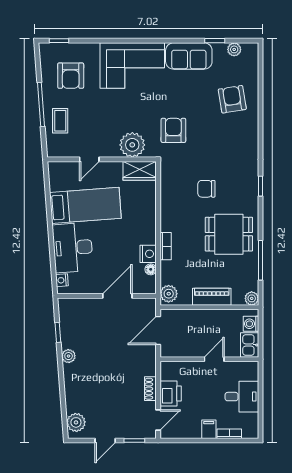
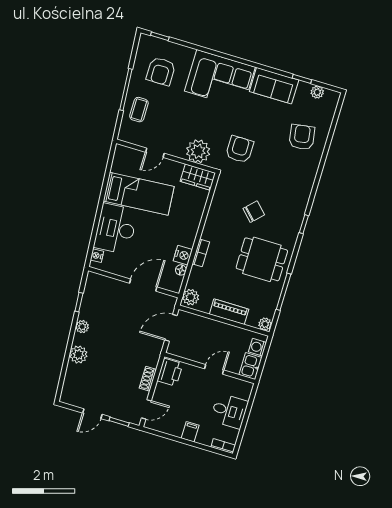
chair: (206, 189) -> (254, 212), turned 135
printer: (171, 394) -> (170, 372), moved
plant: (76, 422) -> (78, 355), moved
bookcase: (229, 434) -> (223, 446), moved

